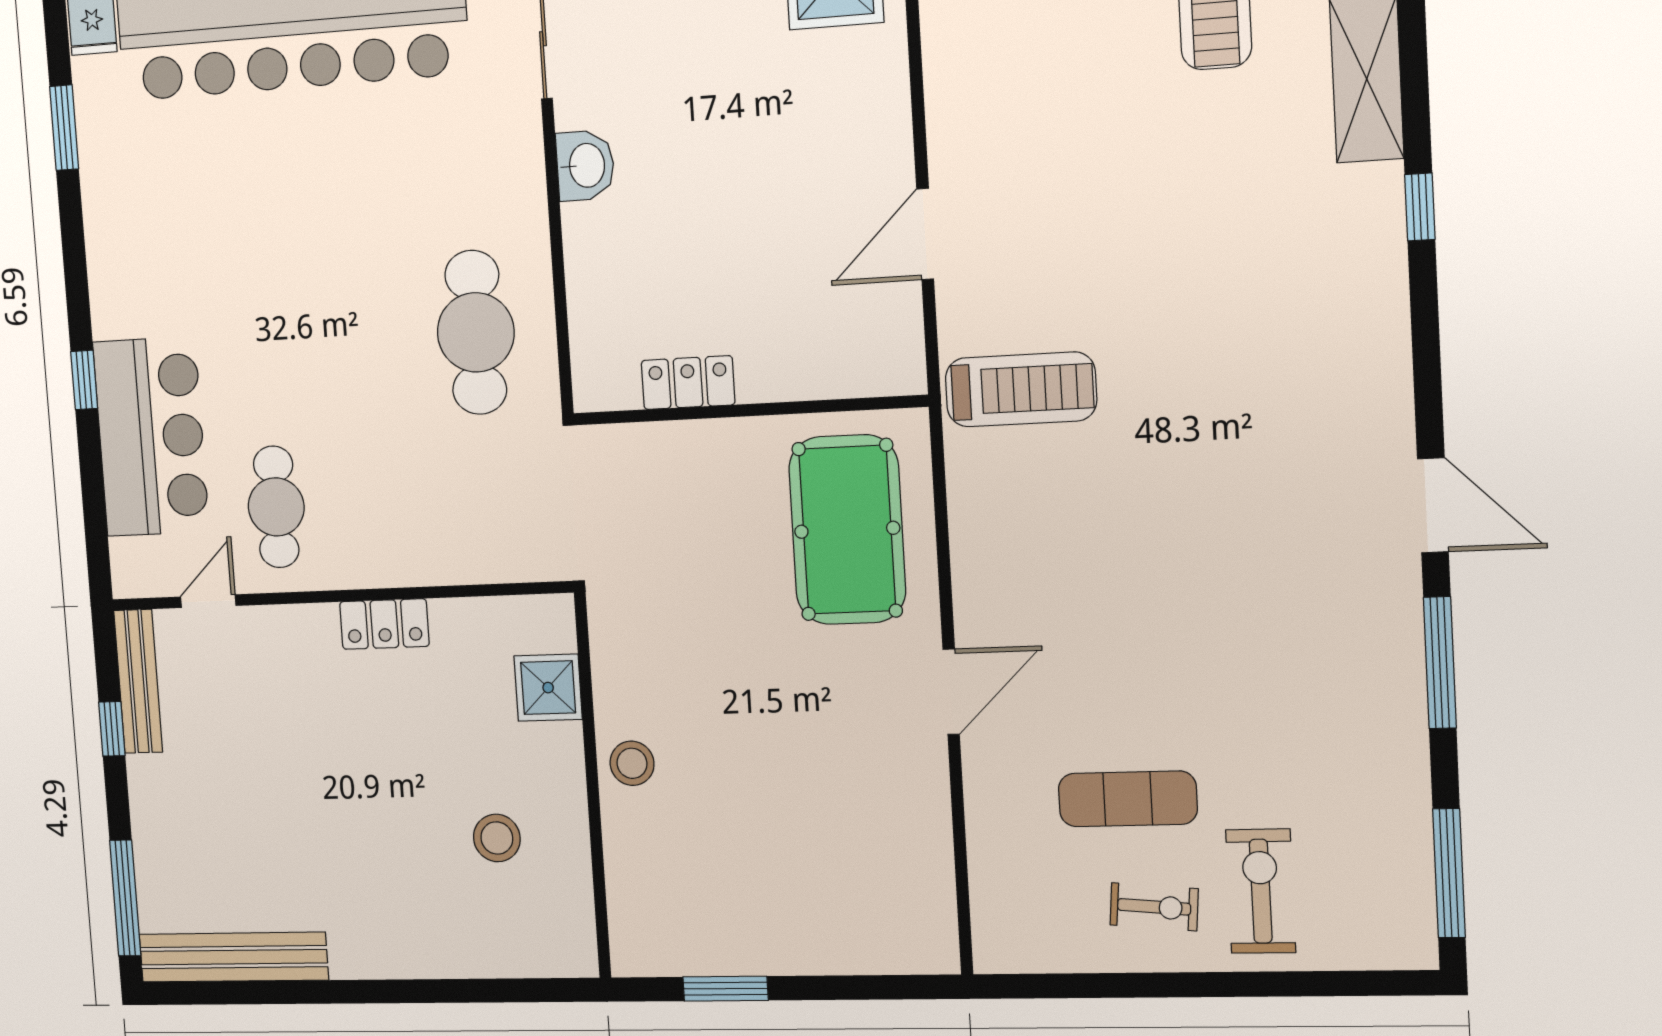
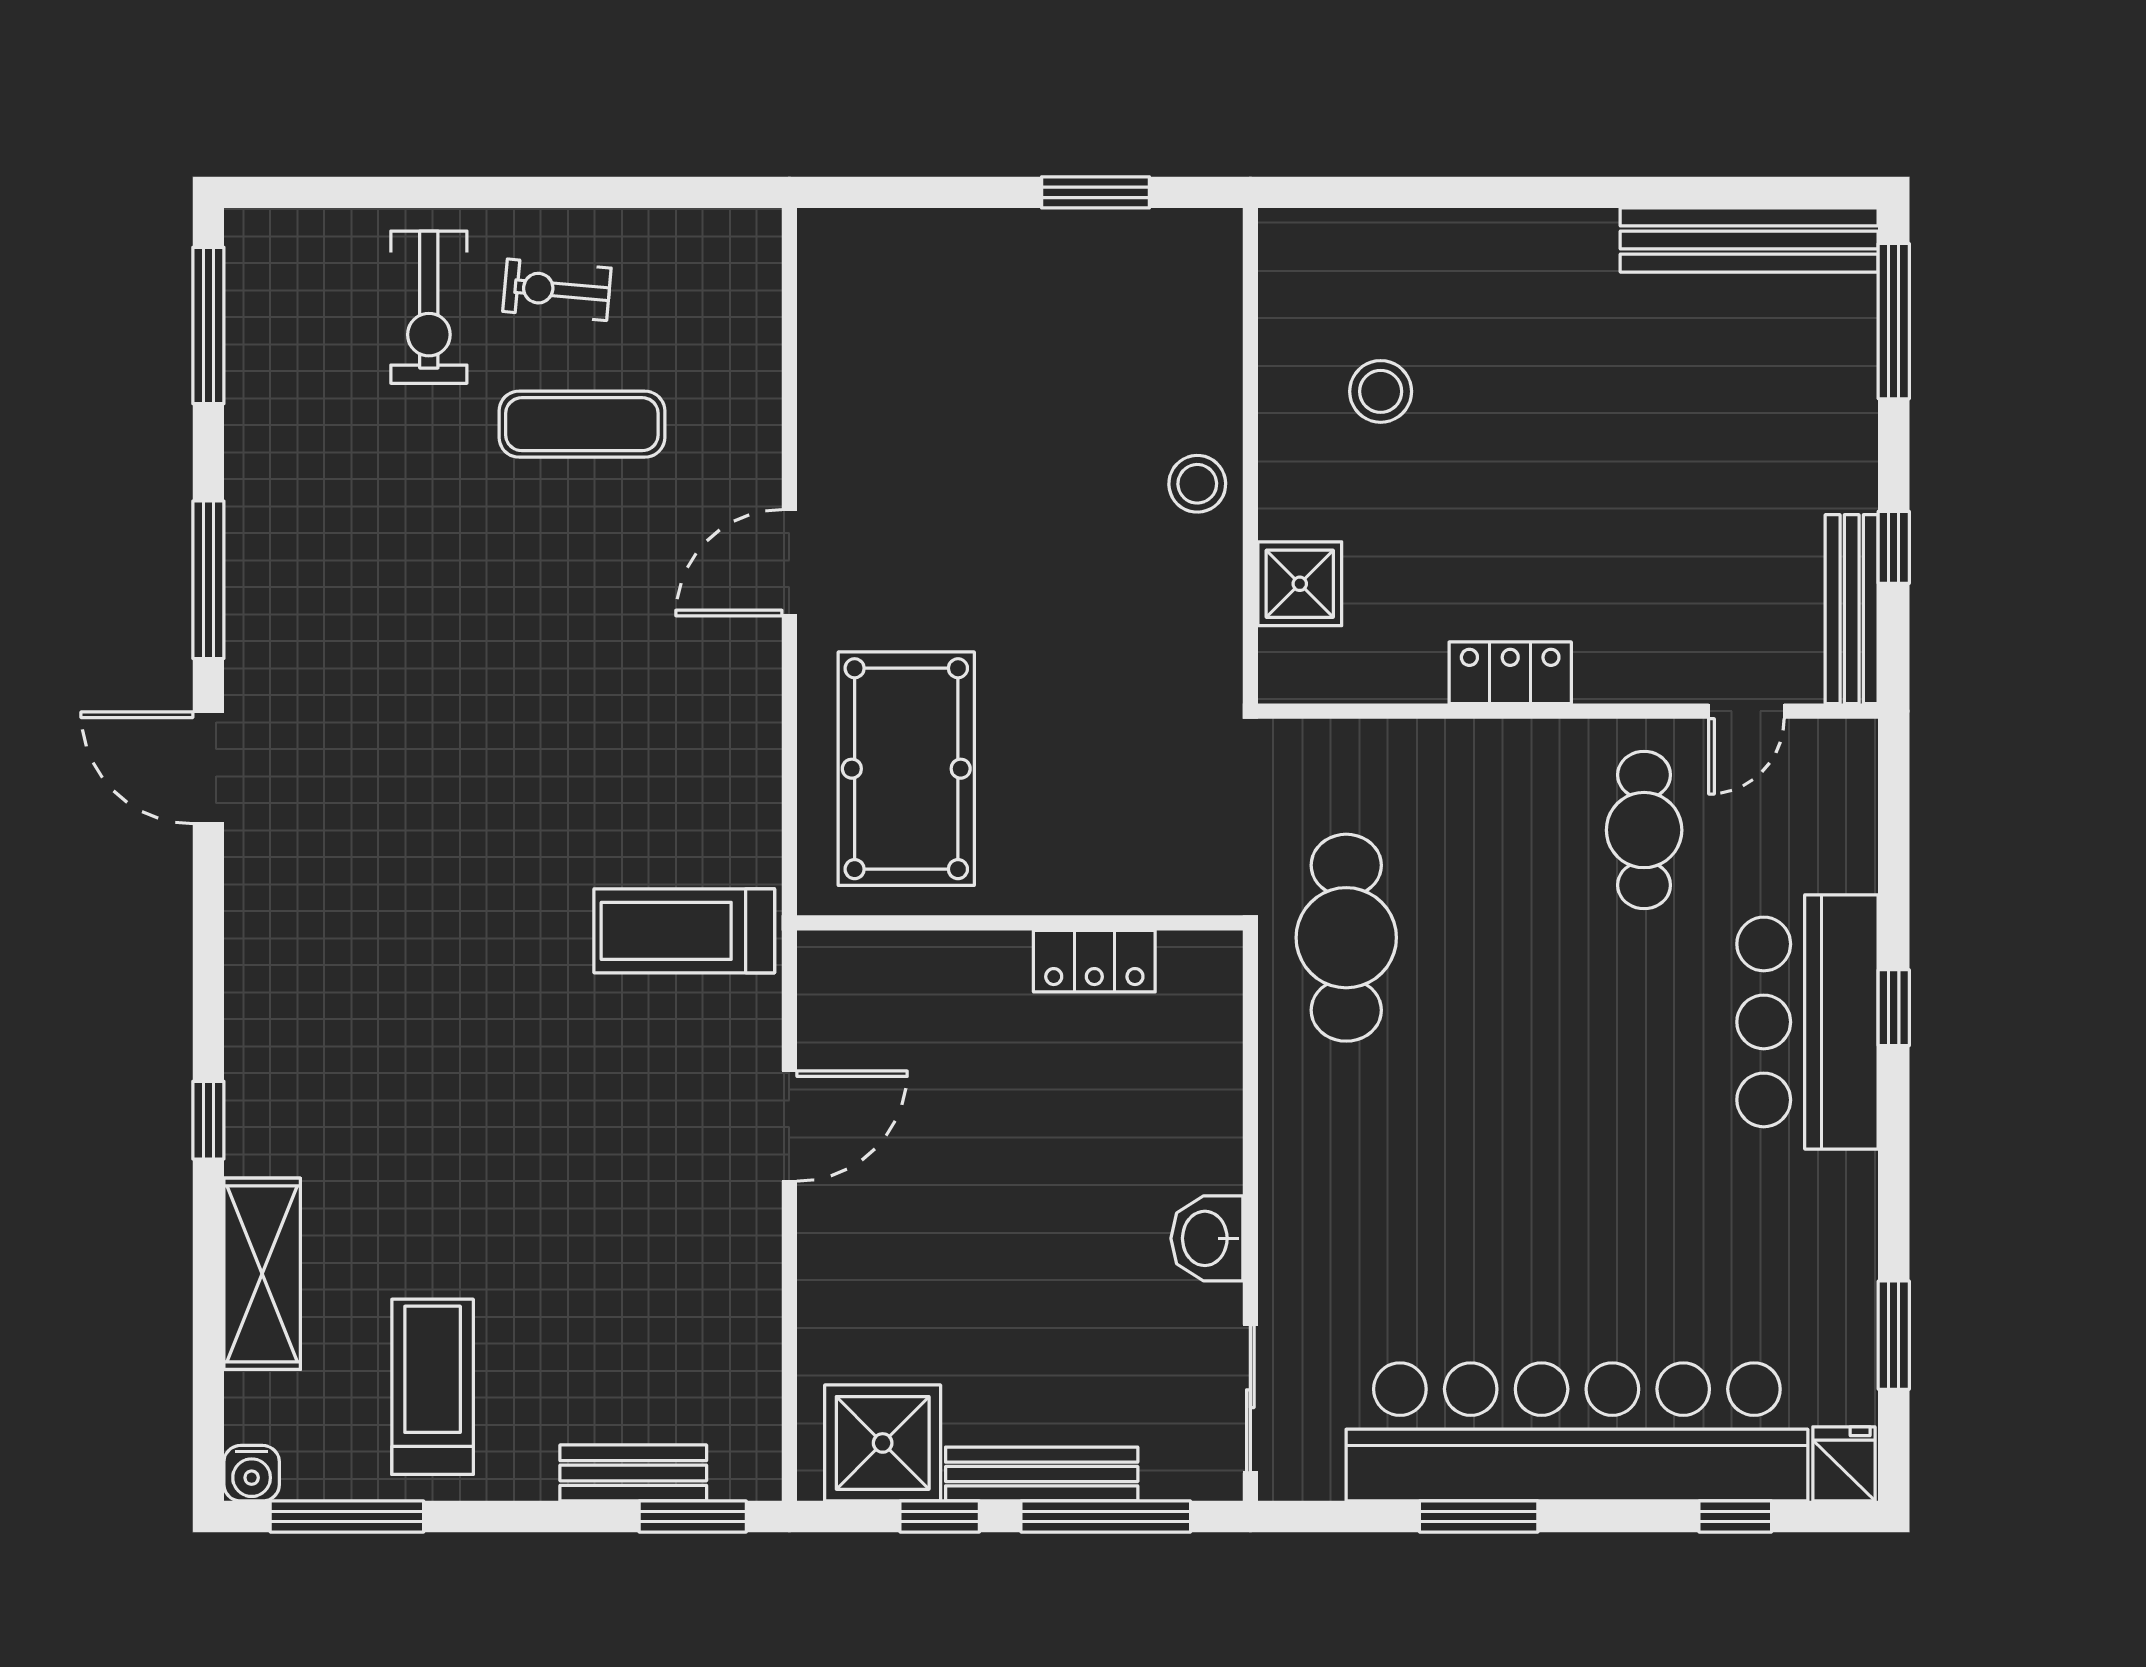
cafe table: (476, 332) -> (1346, 938), moved
bar counter: (151, 437) -> (1808, 1022), moved

